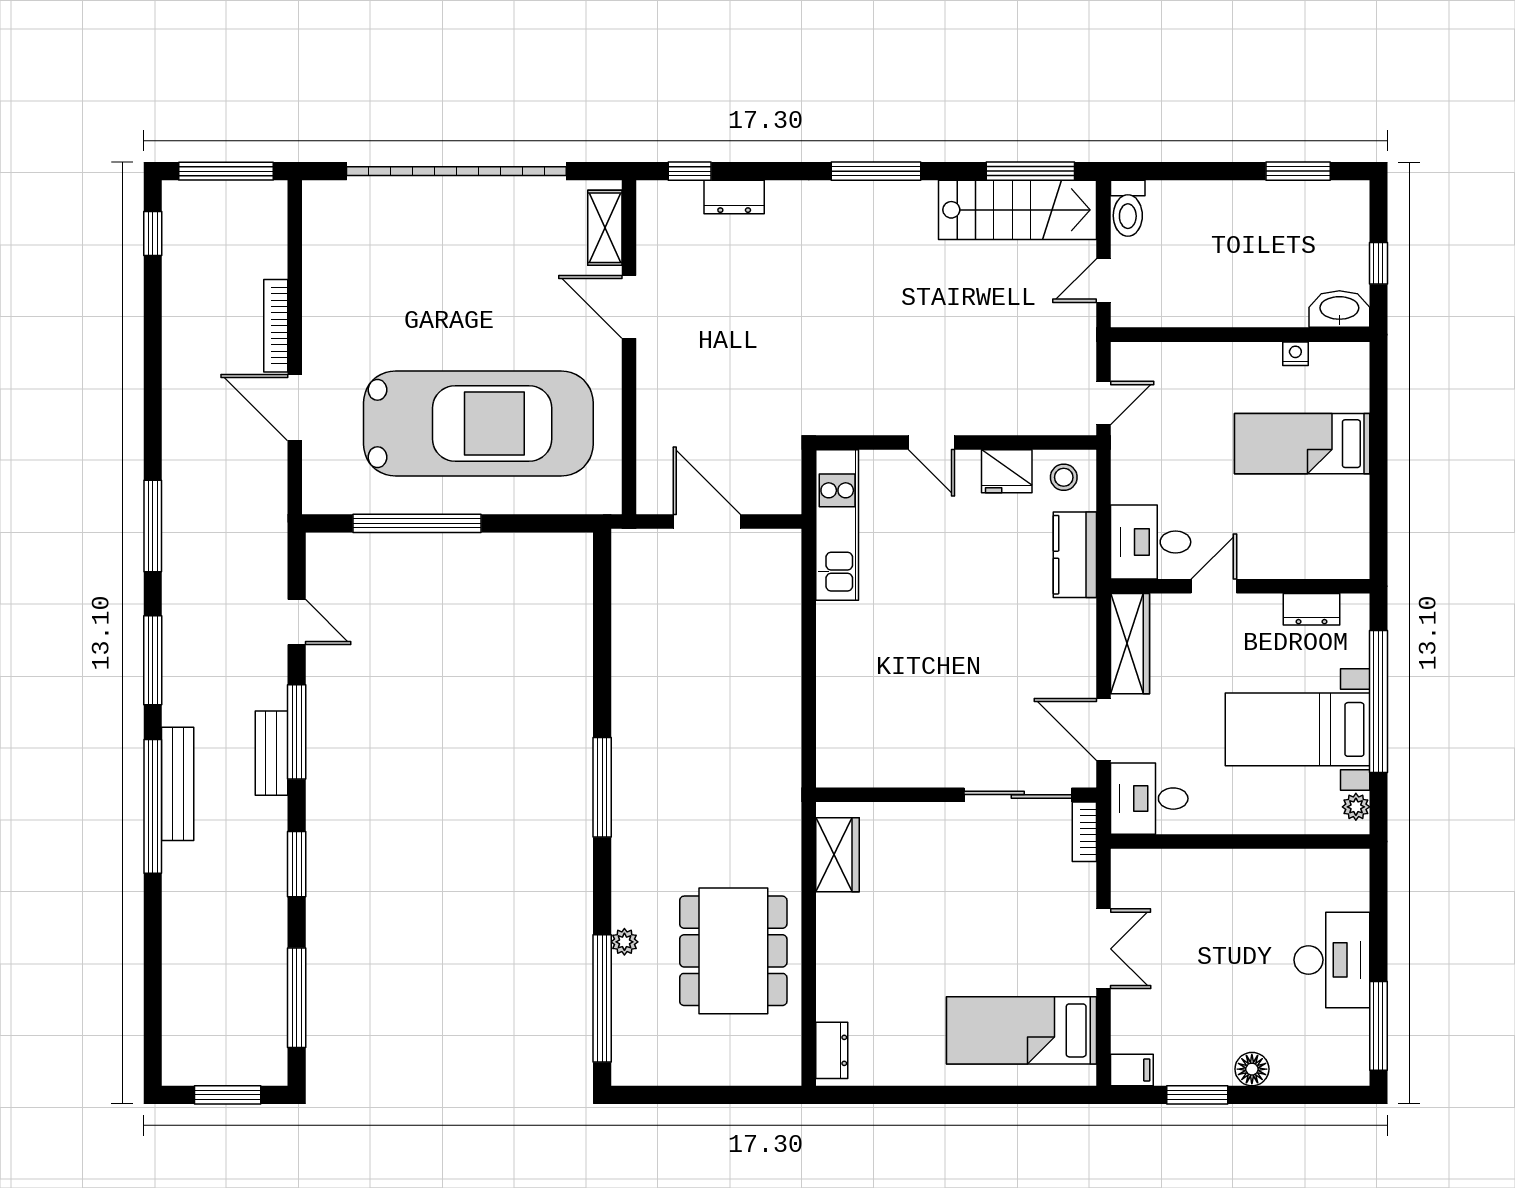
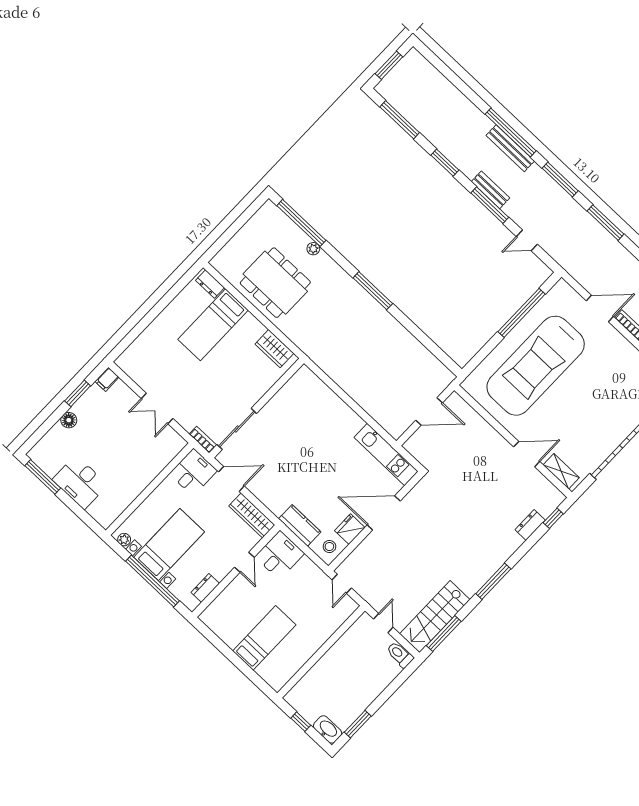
washbasin: (1339, 309) -> (328, 729), moved, turned -90
nightstand: (1295, 354) -> (297, 665), removed
door: (931, 442) -> (384, 513), width x1.87
bed: (1021, 1030) -> (213, 325), moved, turned 180

